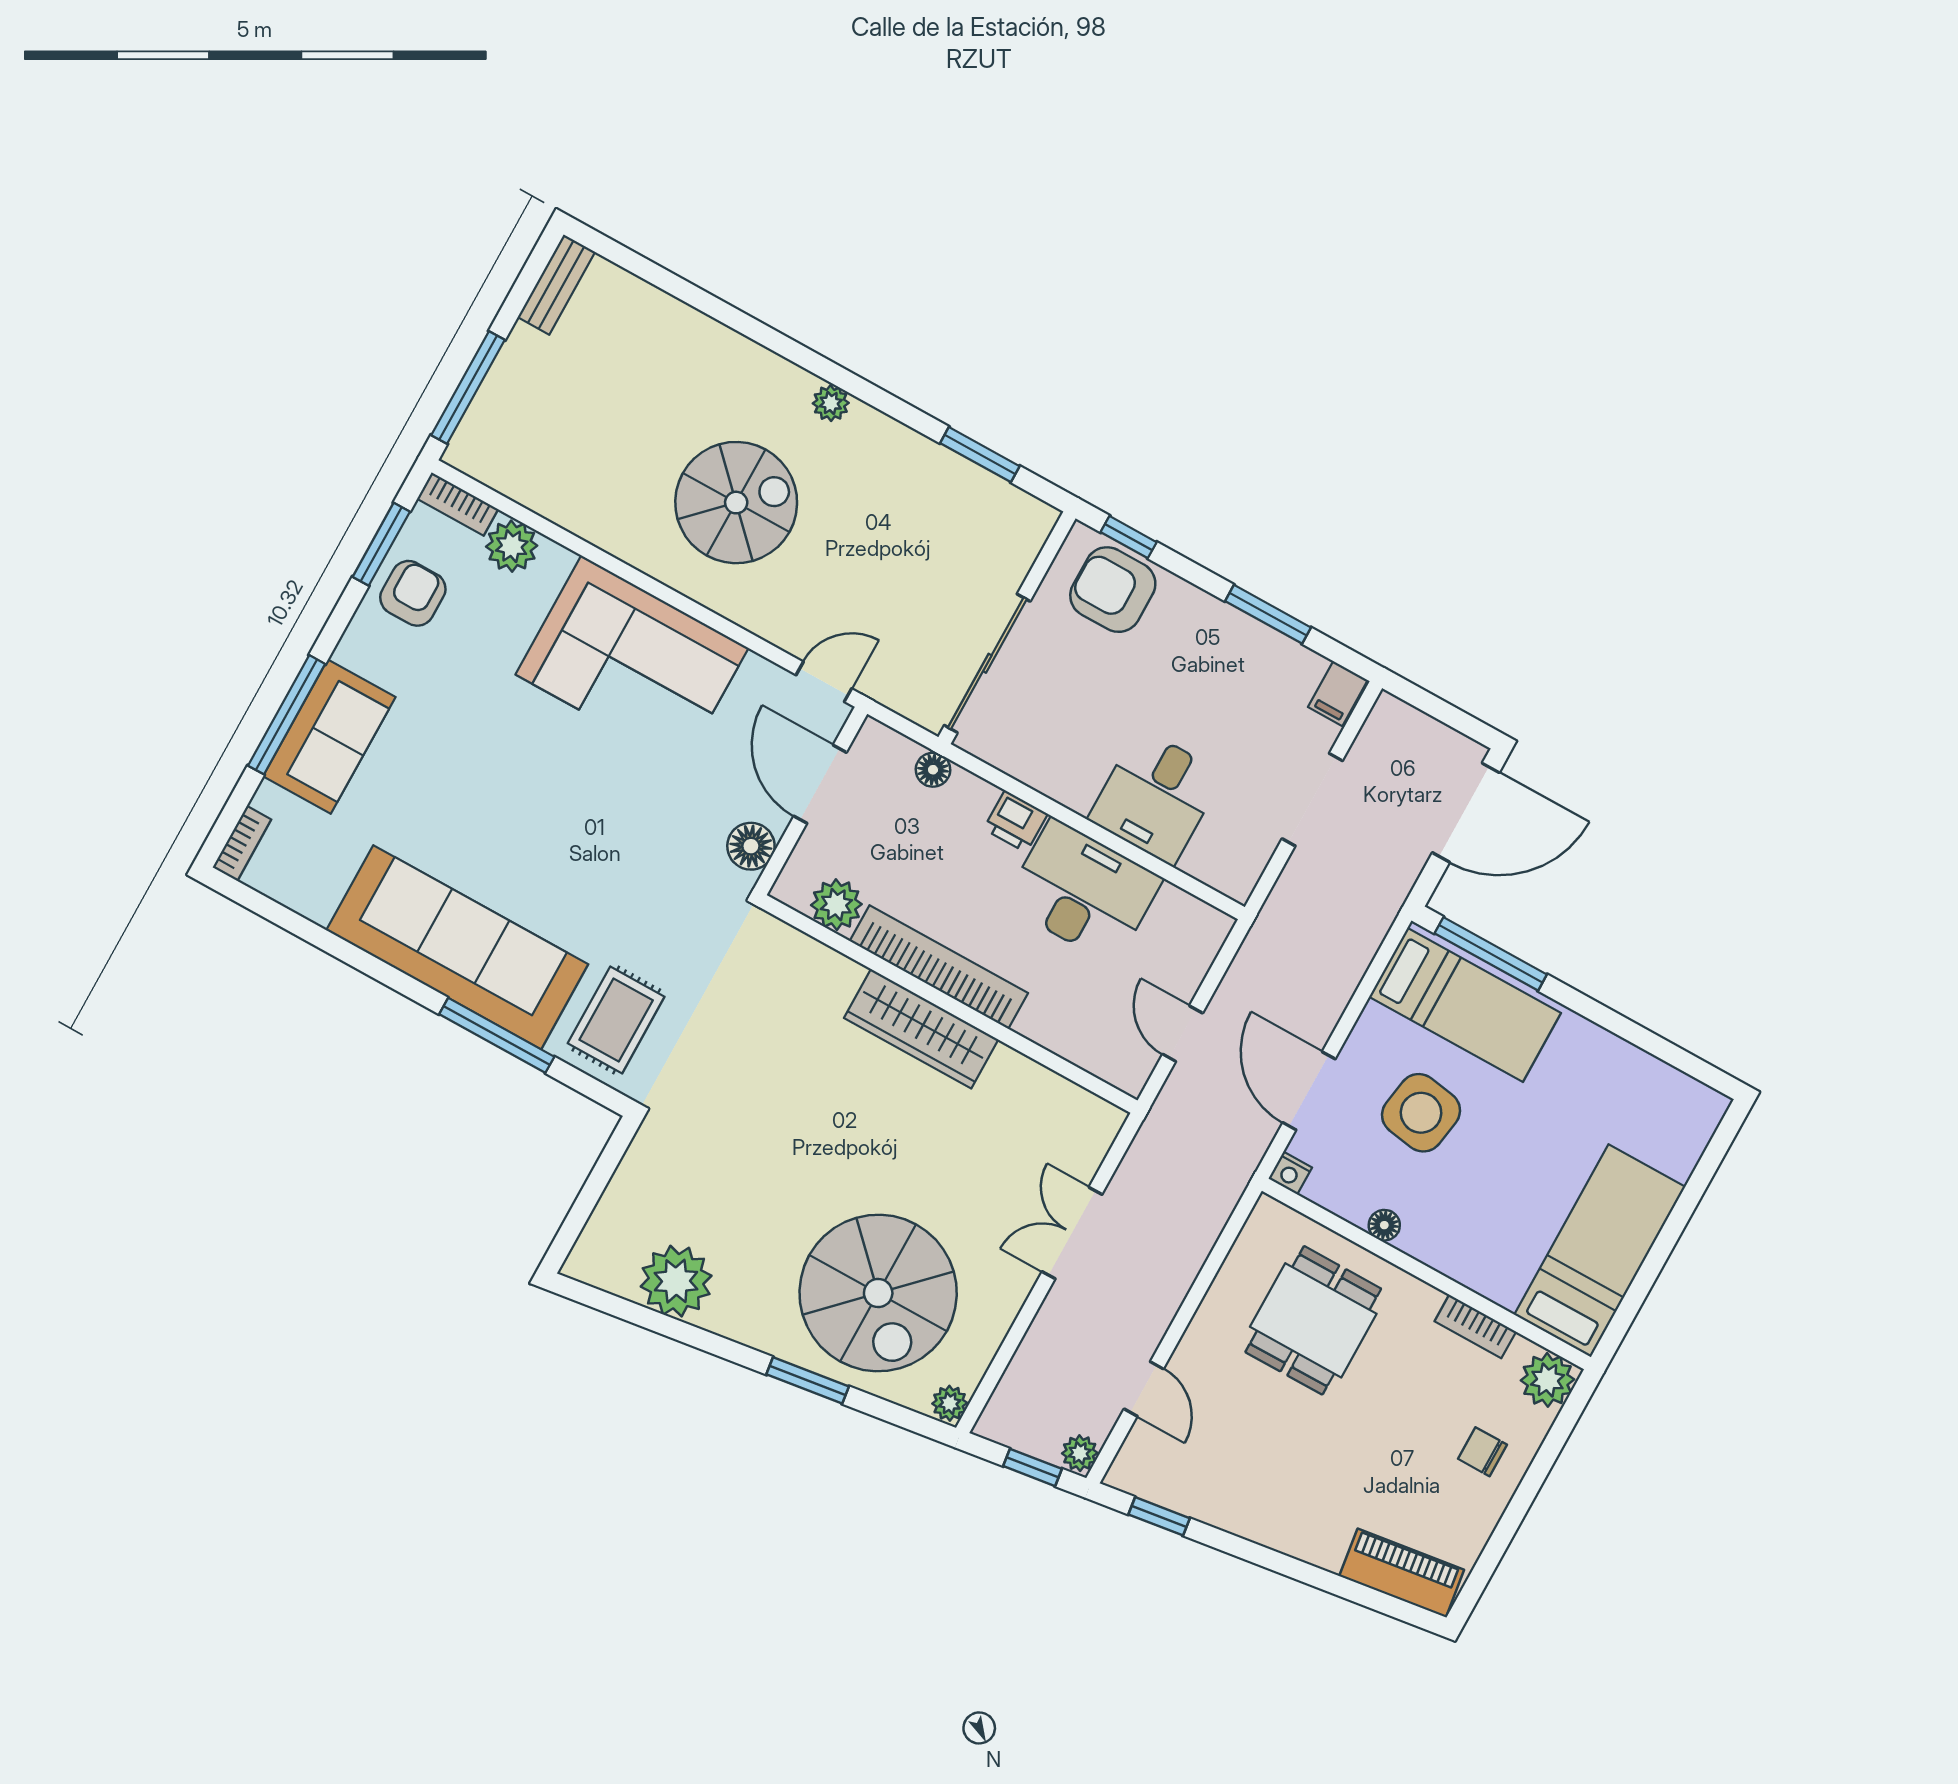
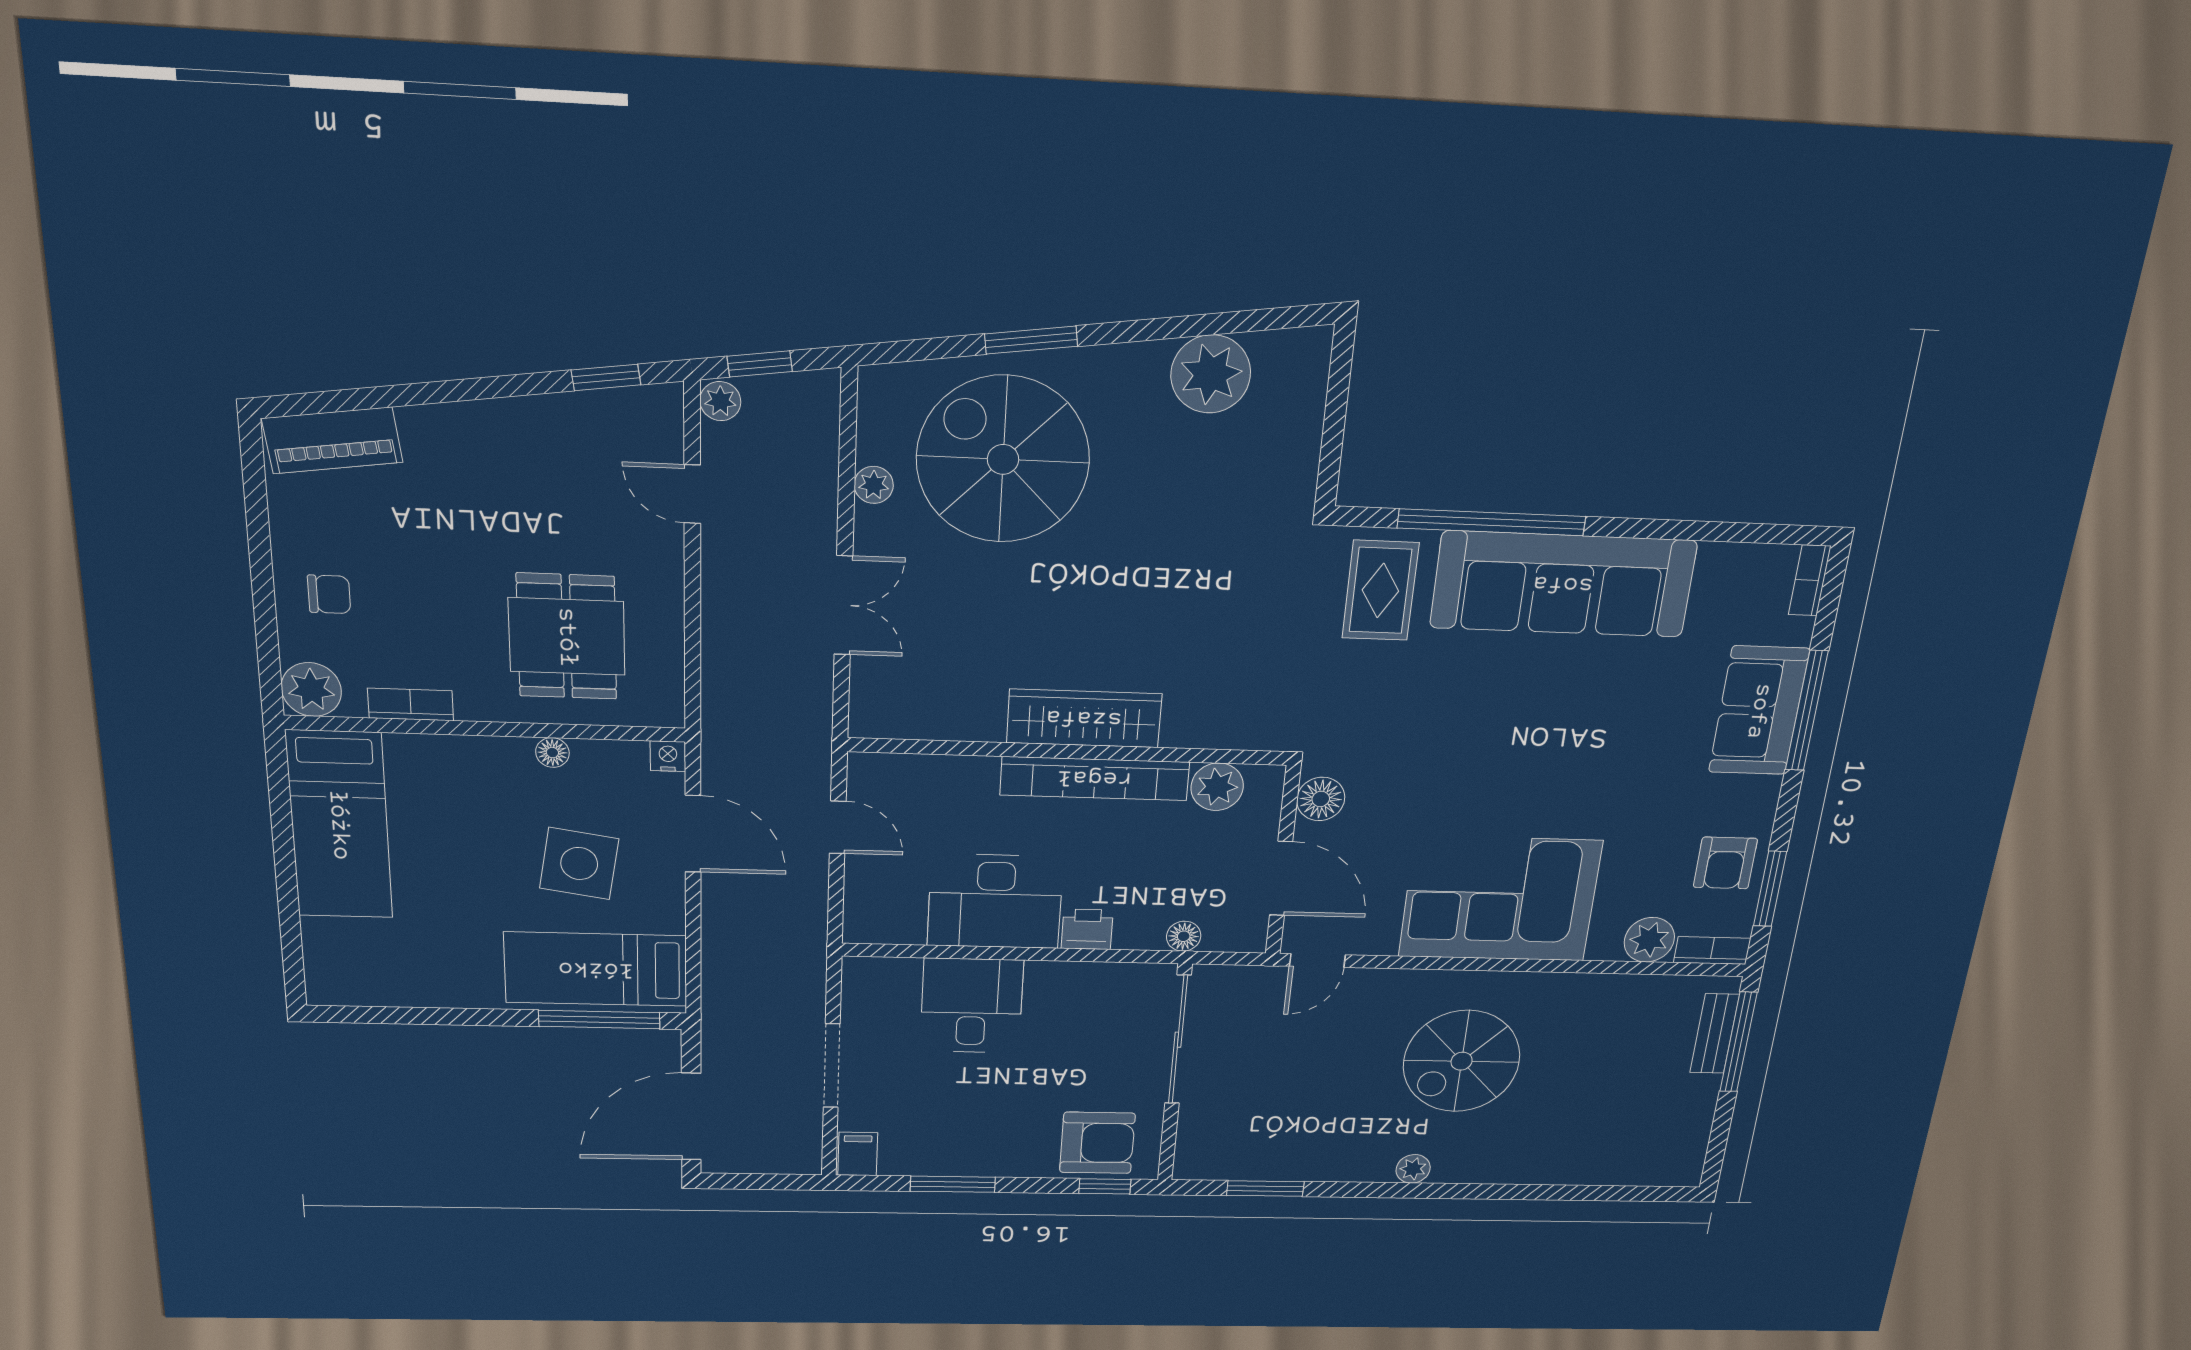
bench: (556, 285) -> (1715, 1033), moved
window: (497, 1035) -> (1492, 522), width x1.46
plant: (950, 1403) -> (874, 485), moved

